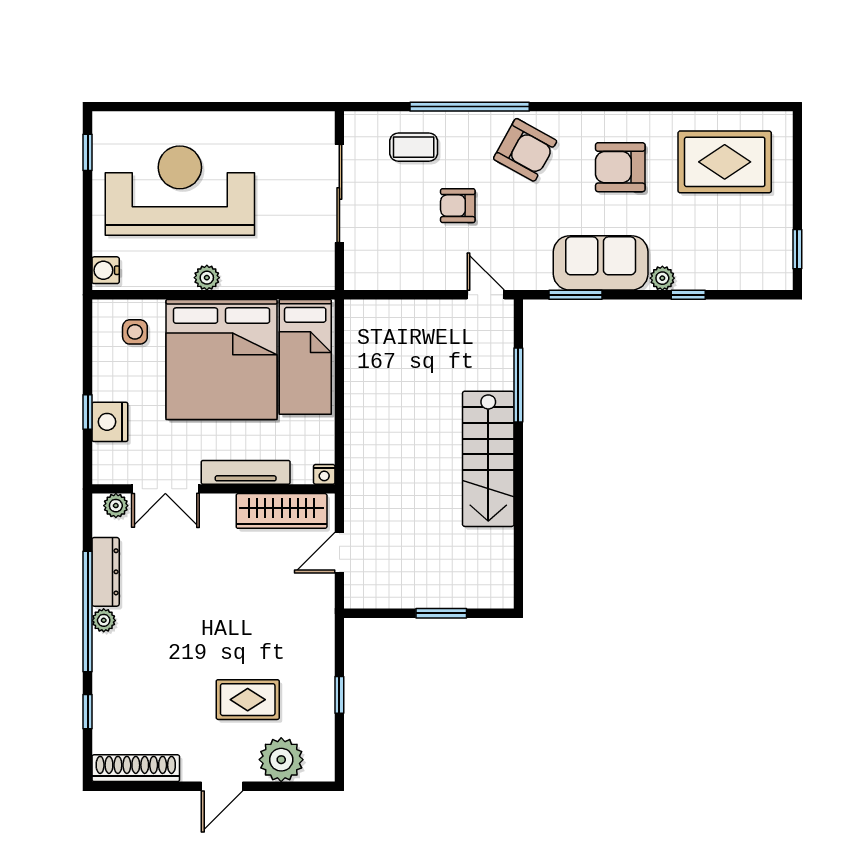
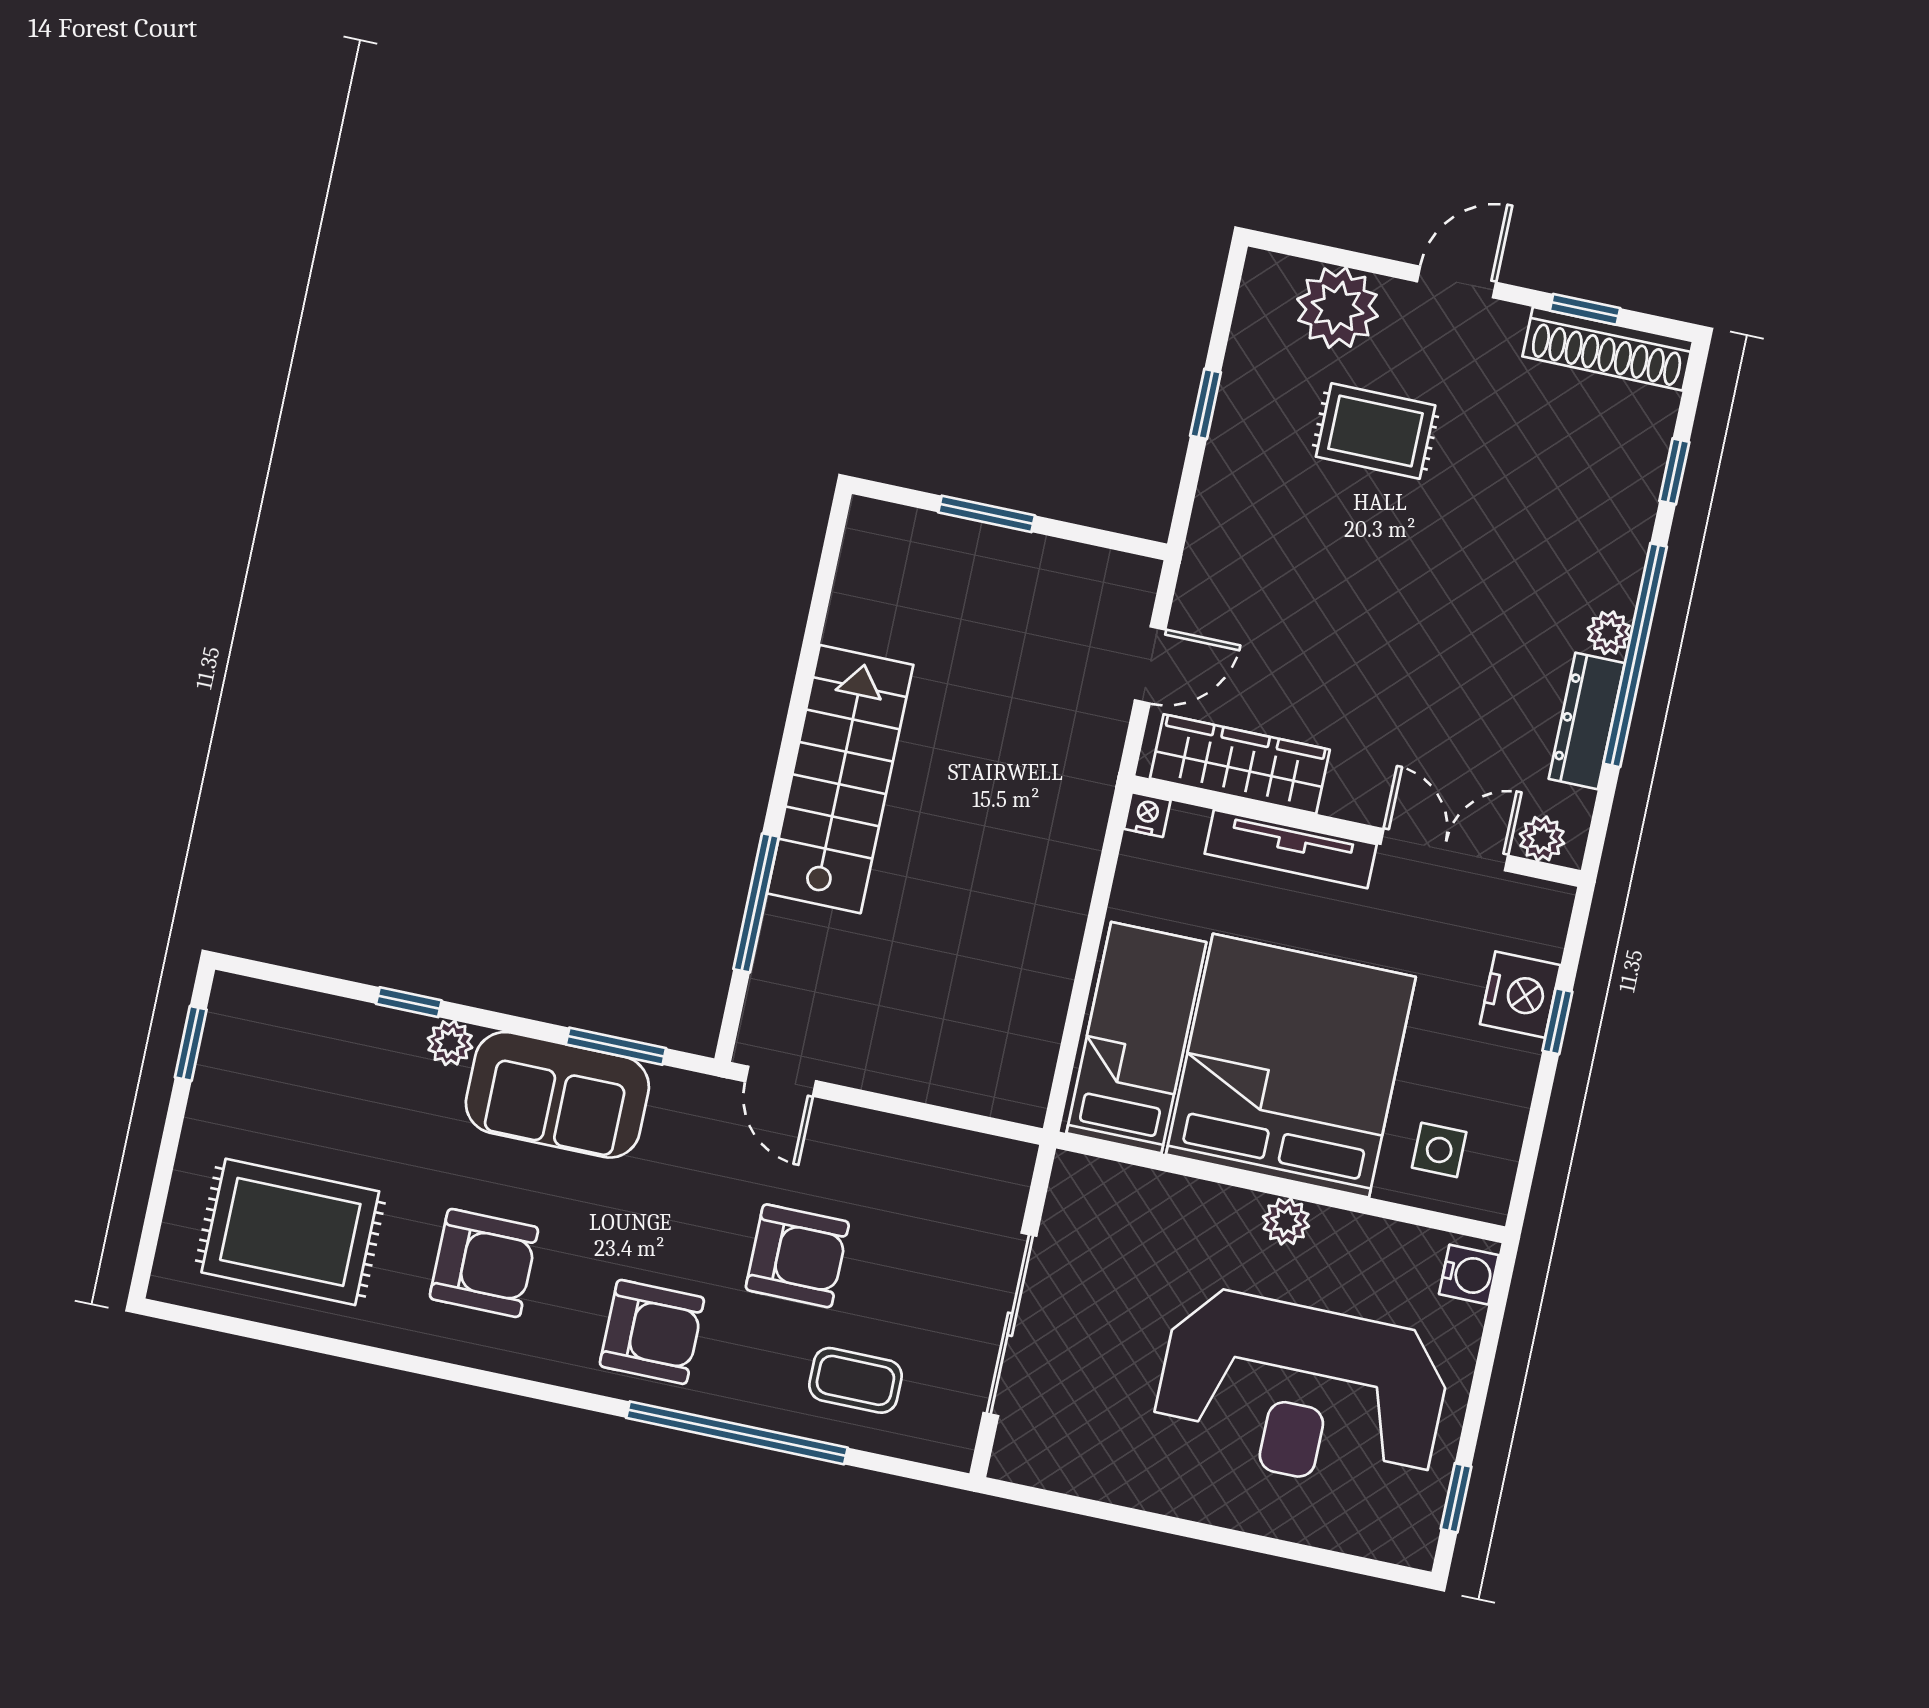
armchair: (525, 150) -> (652, 1332), turned 151
armchair: (458, 206) -> (797, 1256), width x1.38, depth x1.38
window: (152, 786) -> (1585, 309), added

